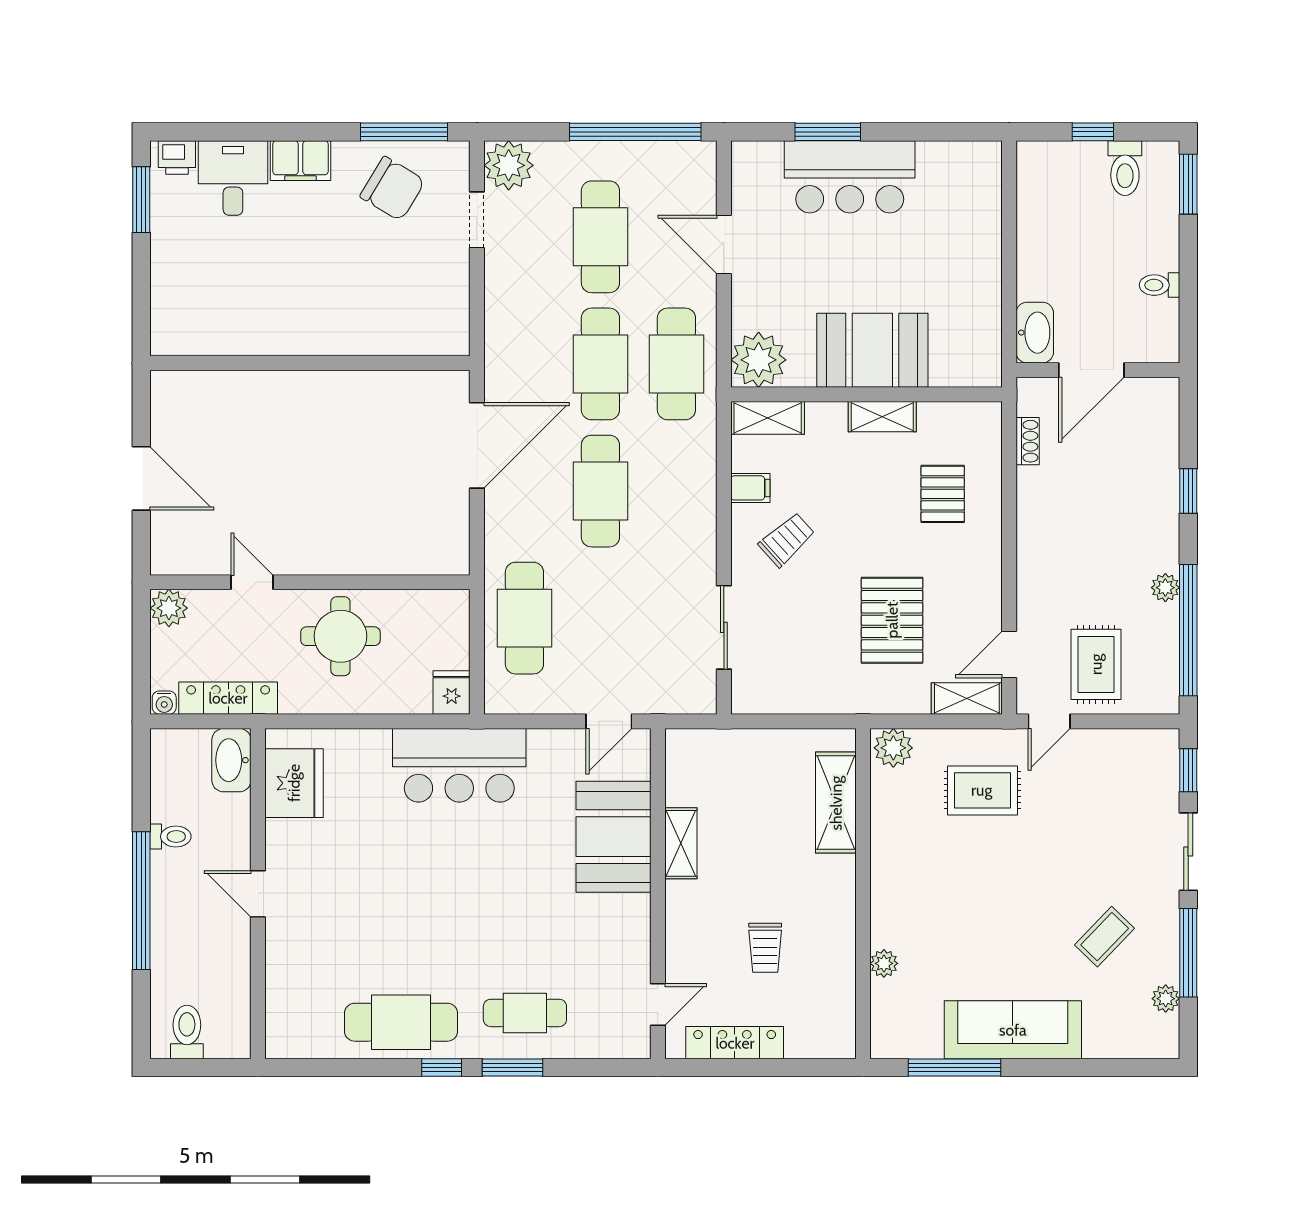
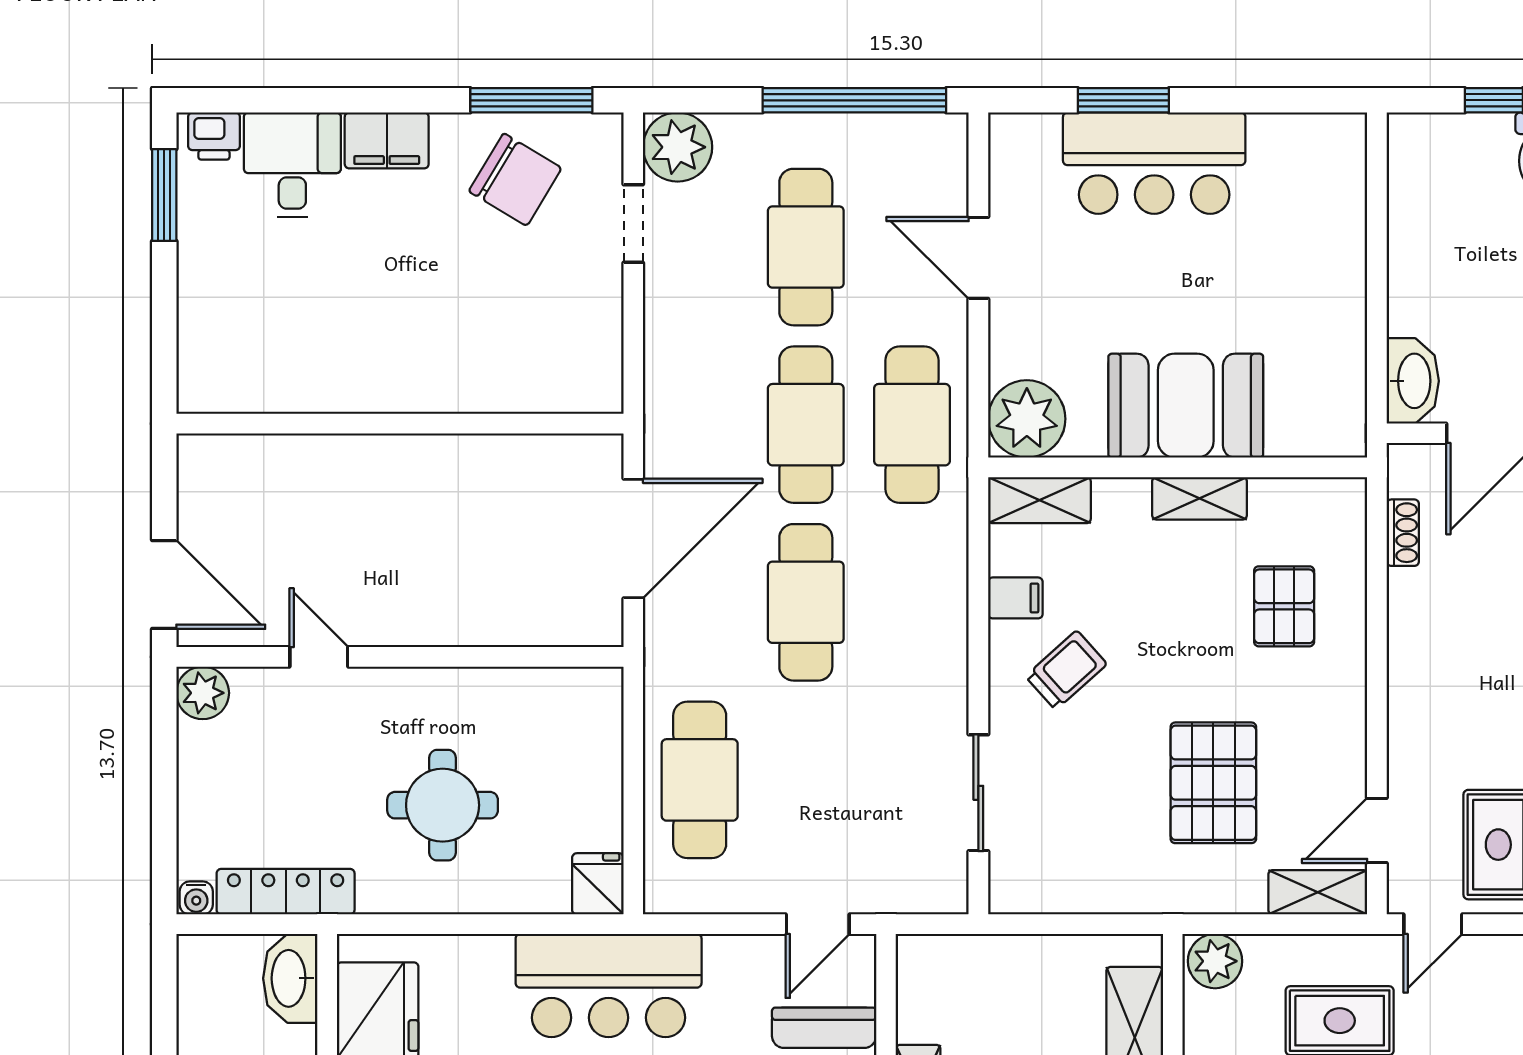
door: (252, 582) -> (319, 657), moved
wall: (310, 582) -> (400, 657), moved
plant: (169, 608) -> (203, 693), moved

